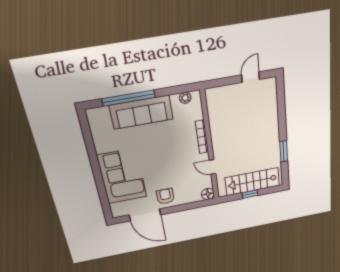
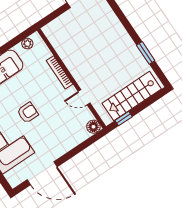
window: (250, 194) -> (124, 119), moved
armchair: (165, 196) -> (28, 113), moved, turned 90

